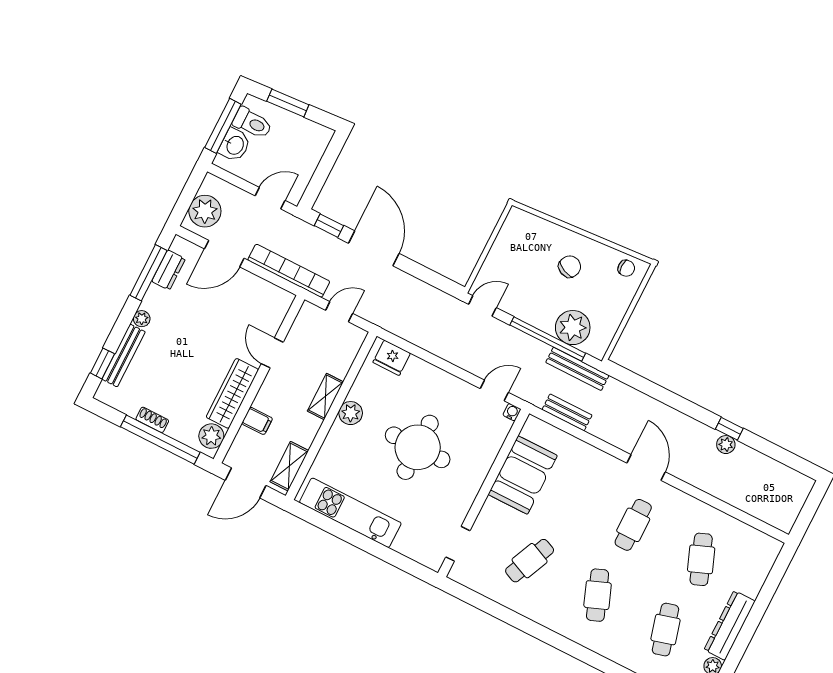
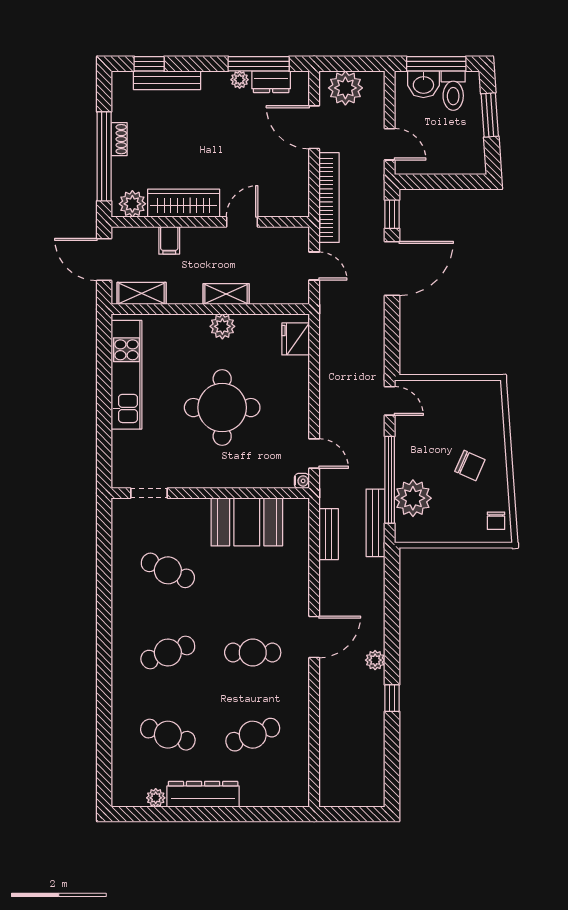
plant: (142, 319) -> (240, 80), moved
plant: (726, 445) -> (375, 660), moved
cafe table: (666, 630) -> (168, 735), turned 33

